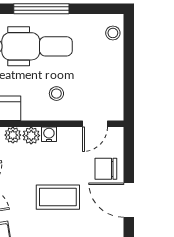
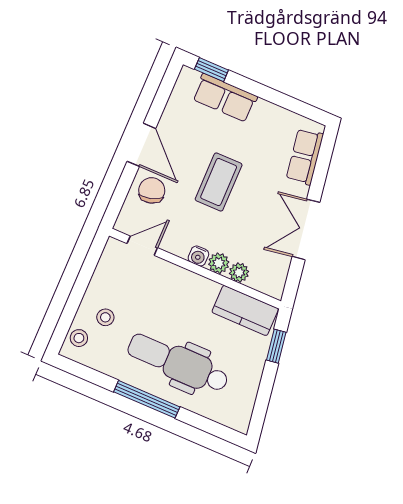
stool: (56, 94) -> (105, 317), moved
chair: (106, 169) -> (152, 190), turned -106
coffee table: (58, 197) -> (219, 182), turned 90

